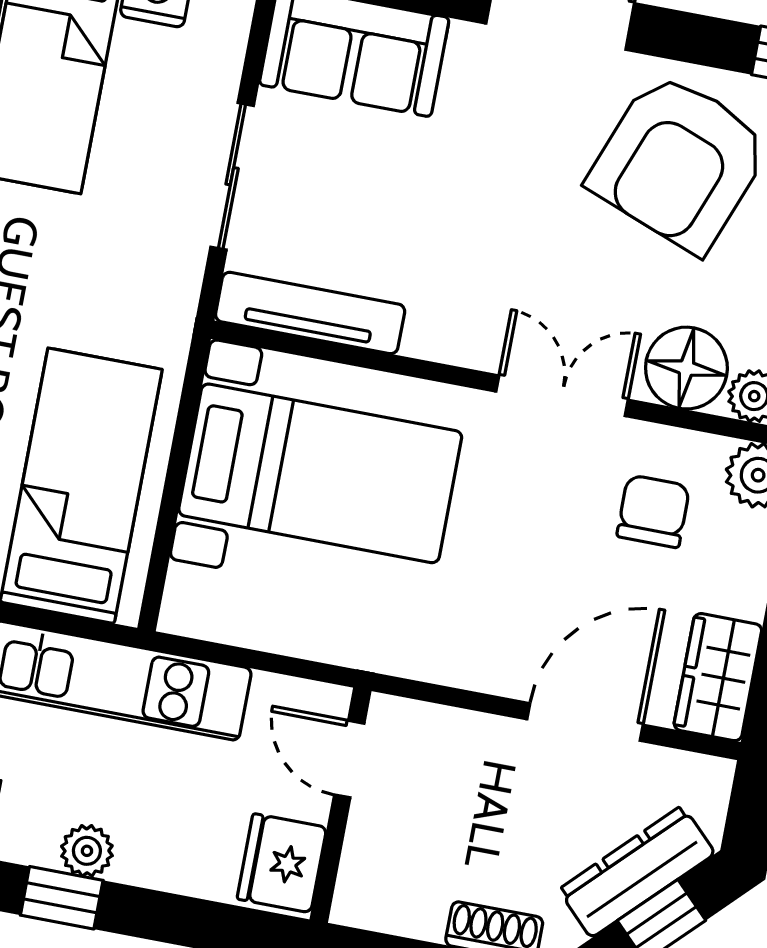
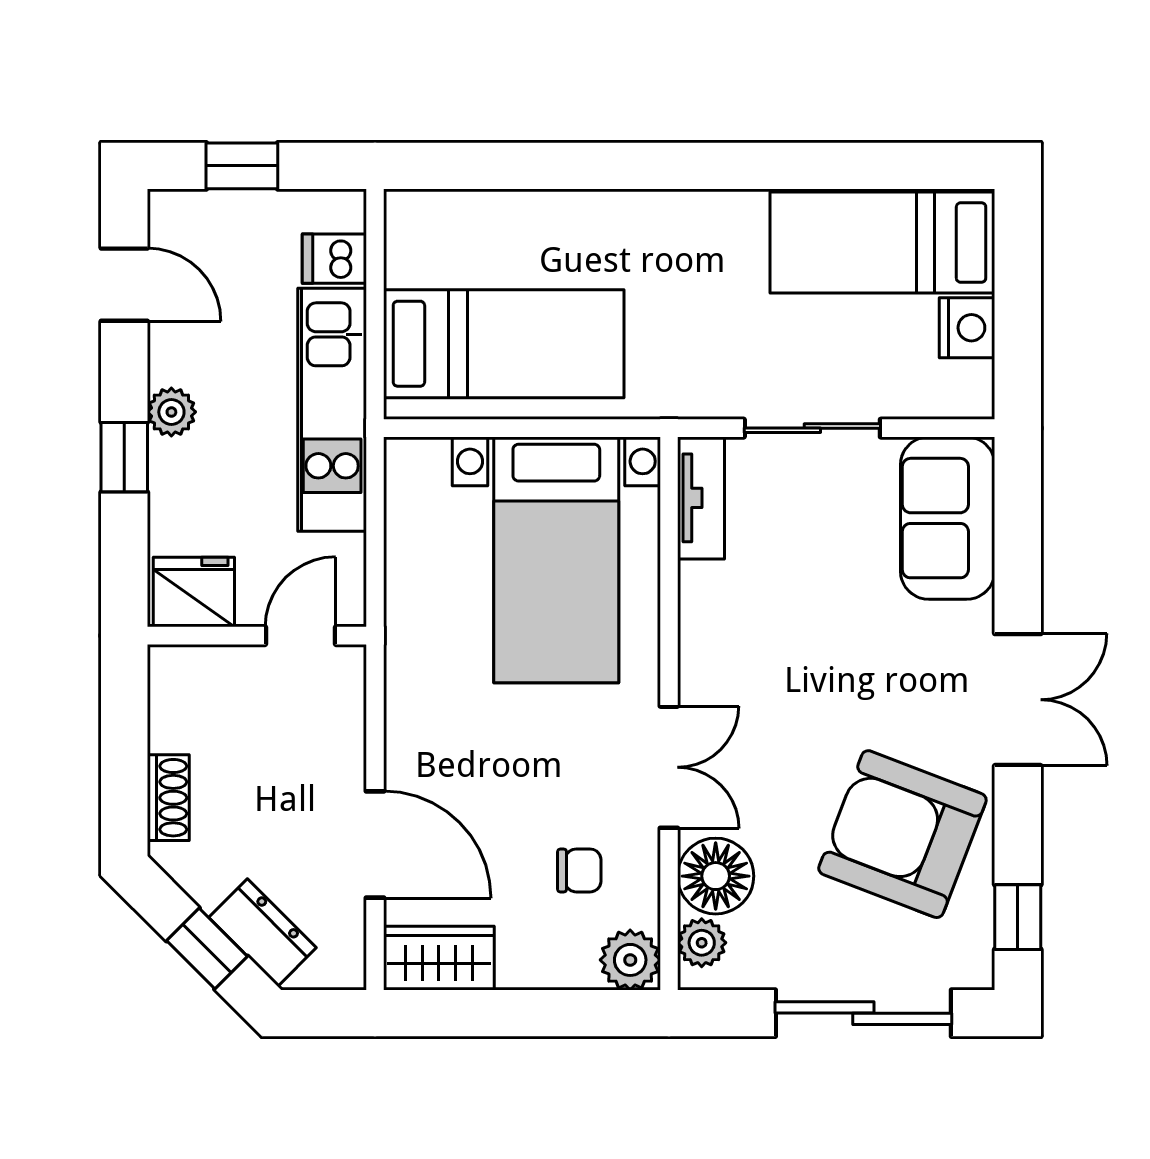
tv unit: (310, 313) -> (701, 498), width x0.71
chair: (653, 511) -> (579, 870), width x0.73, depth x0.73
dresser: (637, 872) -> (262, 933), width x0.70
window: (62, 898) -> (124, 457), moved

